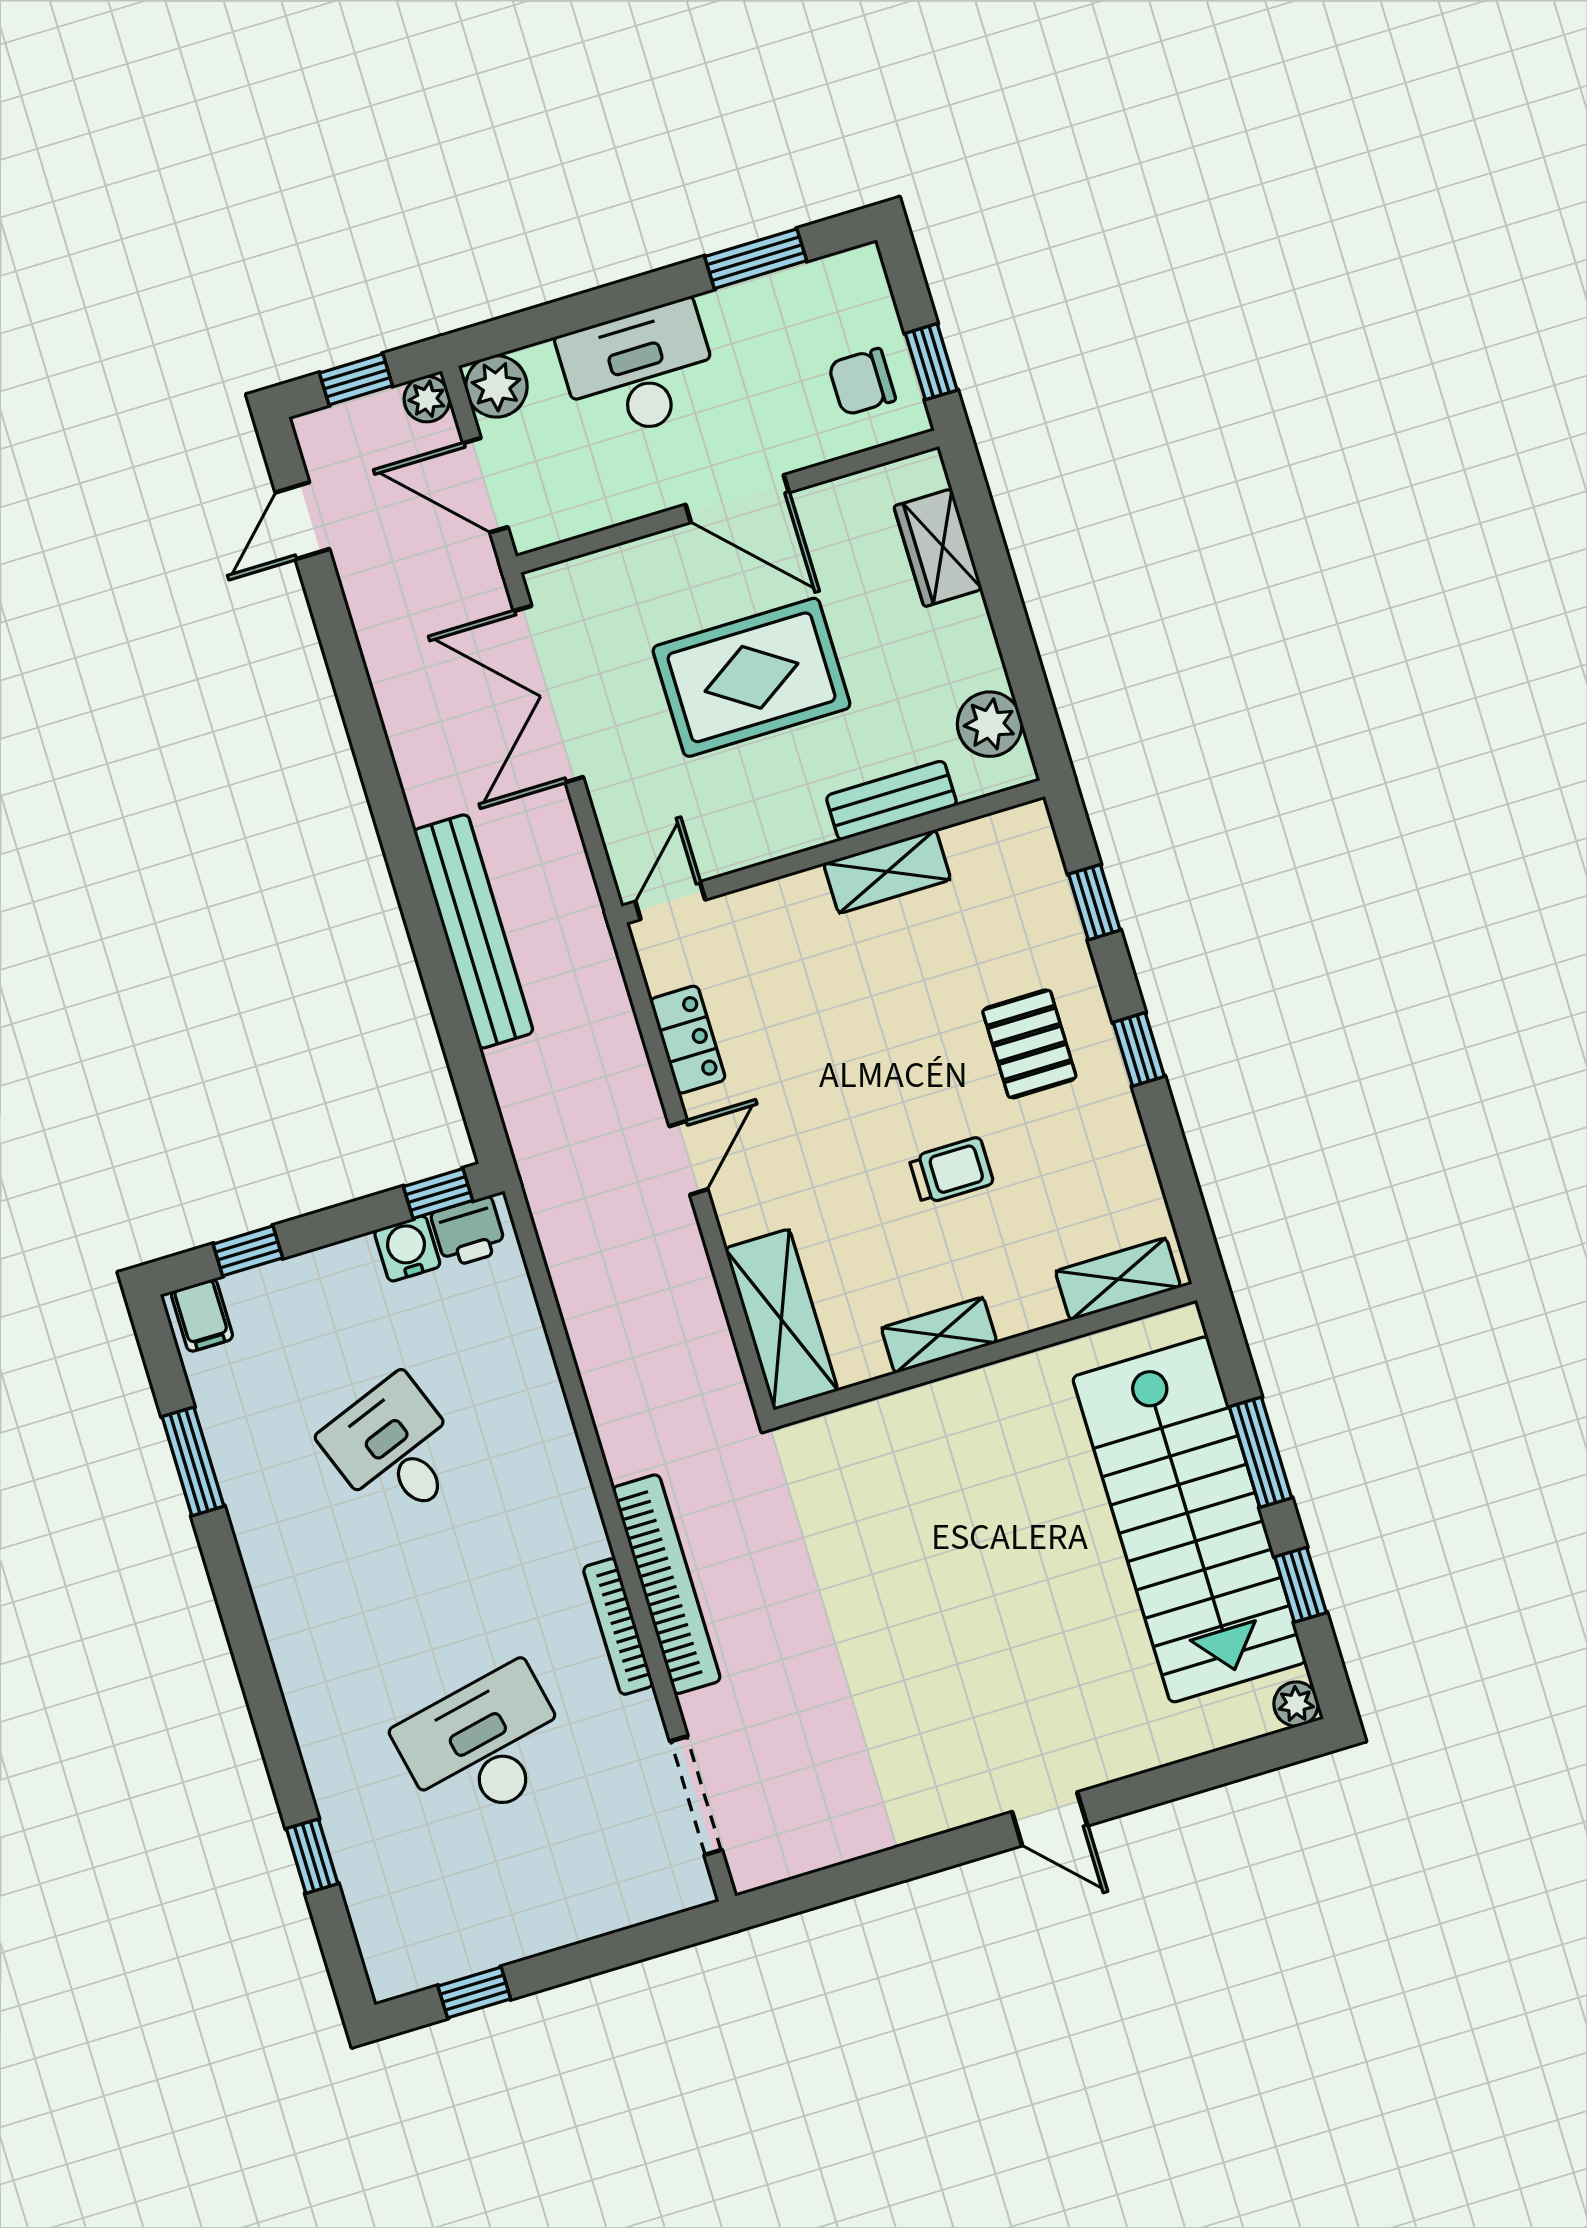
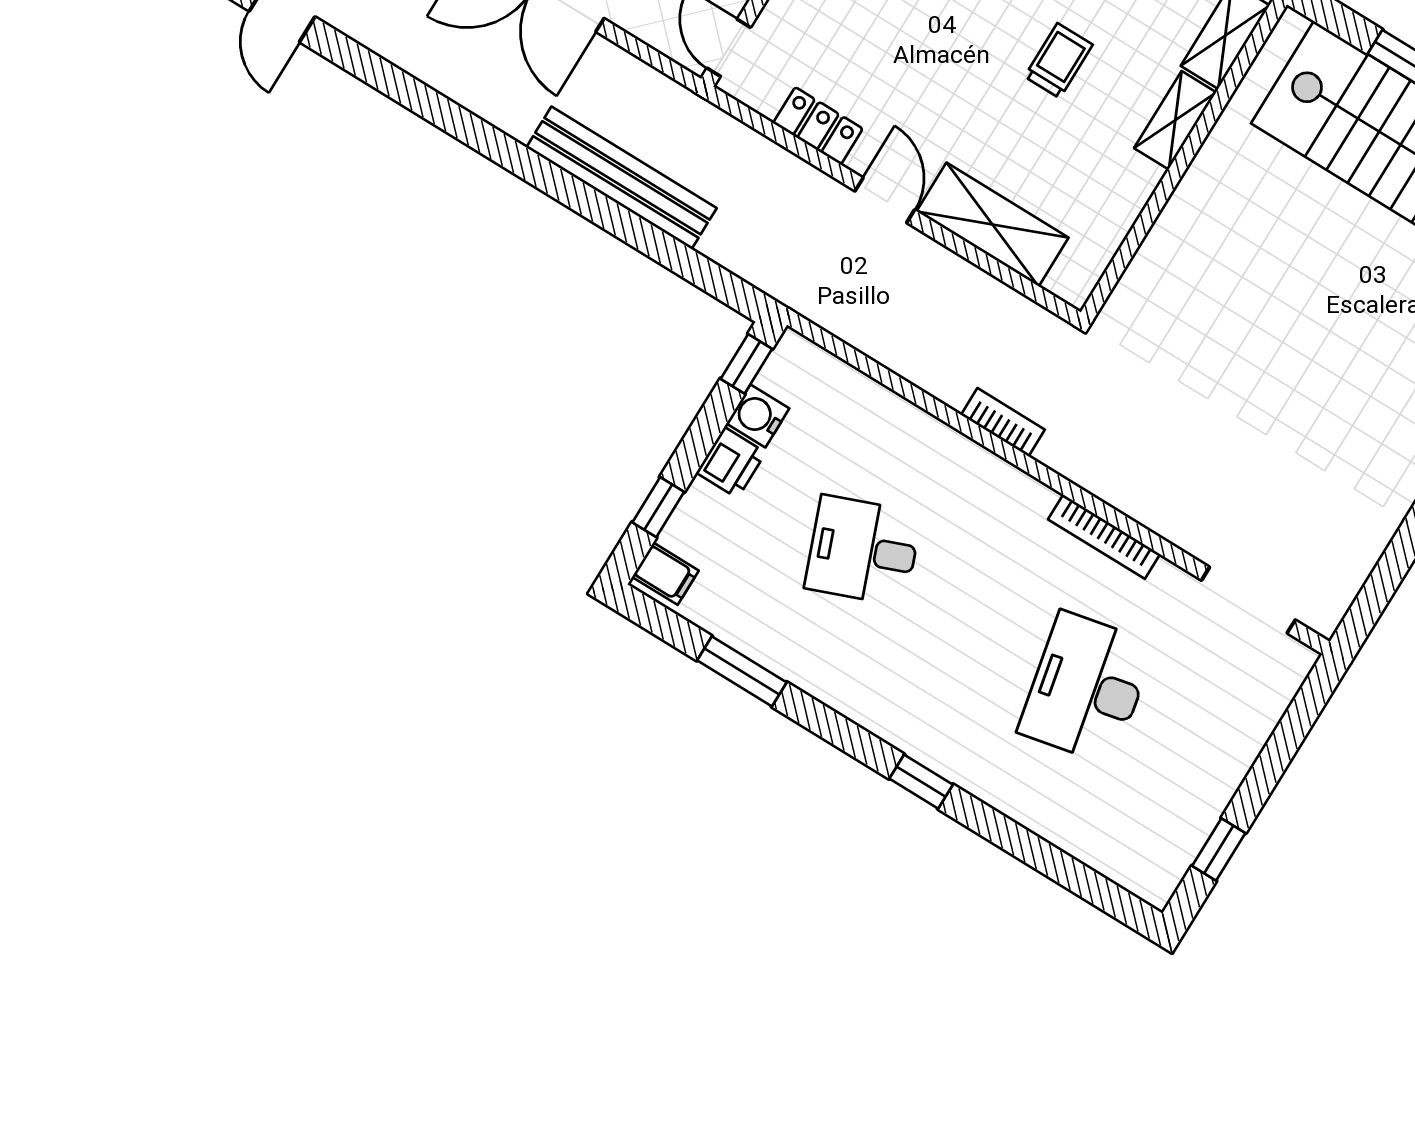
printer: (469, 1232) -> (731, 463), moved
shelving: (781, 1319) -> (993, 224), moved
shelving: (939, 1335) -> (1175, 120), moved
bookcase: (666, 1584) -> (1003, 422), moved, width x0.43, depth x0.76
window: (312, 1856) -> (921, 782), moved

